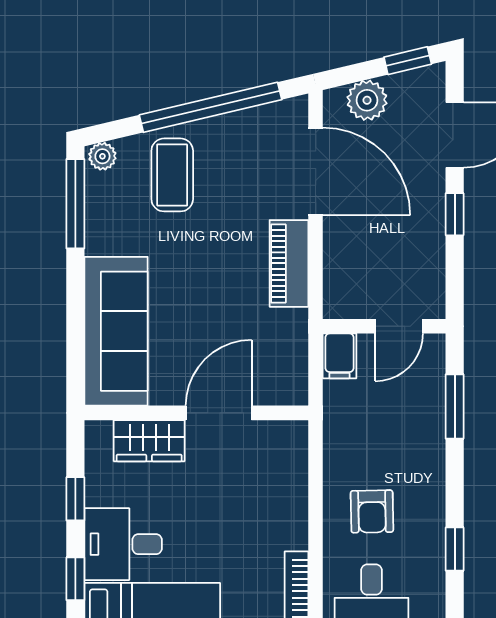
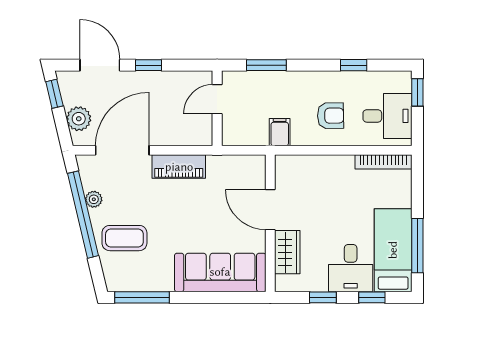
plant: (102, 156) -> (94, 199), moved
door: (399, 326) -> (217, 99), swing flipped
filing cabinet: (340, 356) -> (280, 132), moved, turned -90

